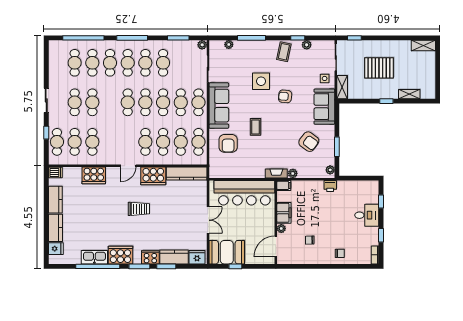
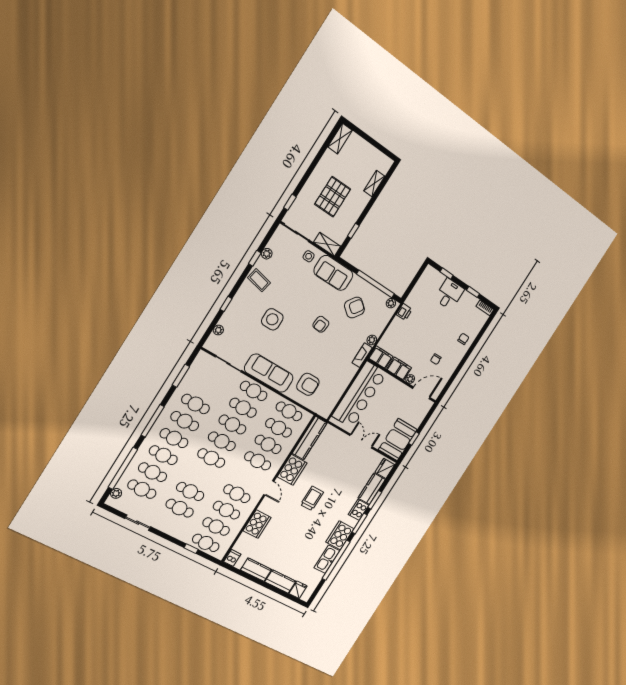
window: (251, 38) -> (226, 304), width x0.46
plant: (202, 45) -> (116, 493), moved
armchair: (285, 96) -> (321, 324), moved
sliding door: (46, 100) -> (138, 523), moved
window: (386, 101) -> (353, 231), moved
coffee table: (256, 127) -> (310, 350), removed
cafe table: (110, 142) -> (237, 494), added
window: (337, 147) -> (376, 284), width x2.11
filing cabinet: (284, 185) -> (381, 357), width x2.00
door: (276, 247) -> (421, 393), swing flipped

